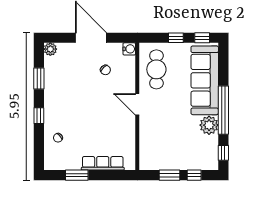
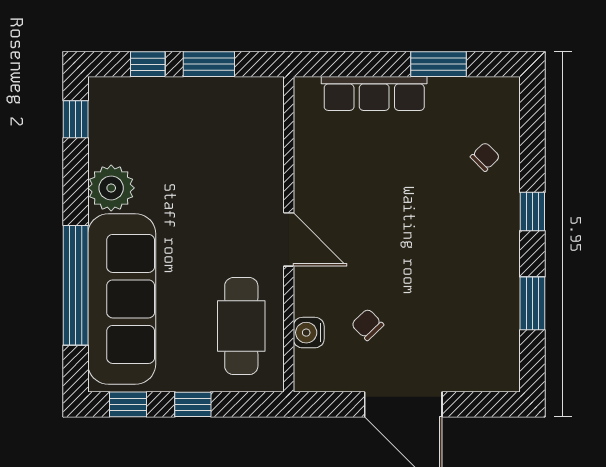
plant: (50, 49) -> (504, 376), removed
water cooler: (129, 49) -> (309, 333), moved
window: (223, 110) -> (76, 285), moved

